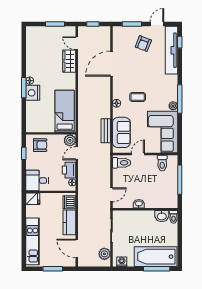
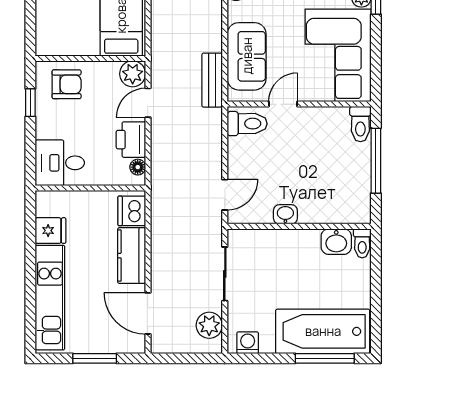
bench: (106, 131) -> (212, 80), moved
toilet: (162, 163) -> (360, 124), moved
fridge: (33, 199) -> (50, 231), moved

